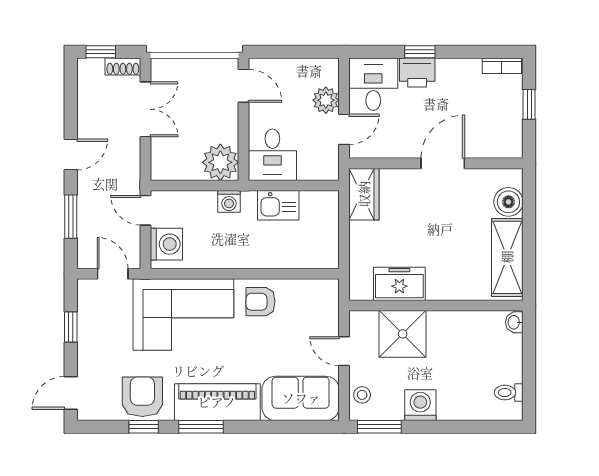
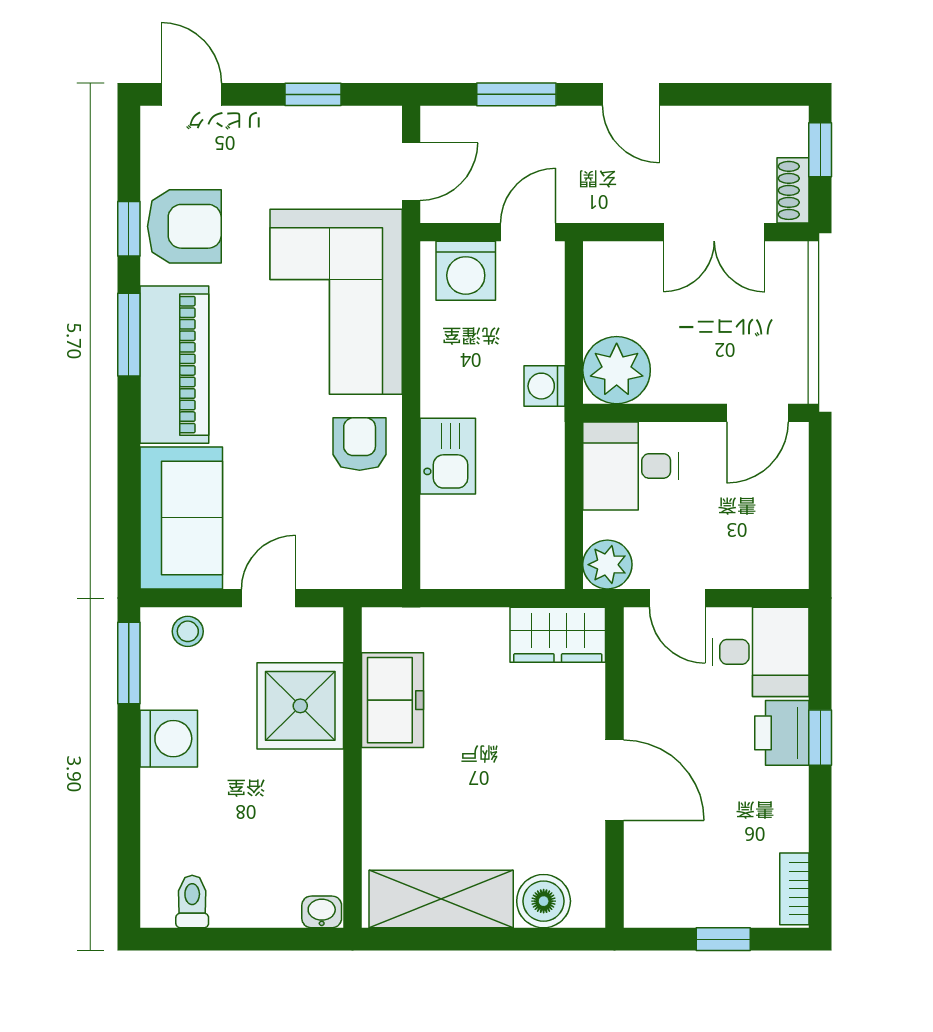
plant: (326, 100) -> (607, 565), moved
kitchen sink: (278, 205) -> (448, 456), moved, turned 180

